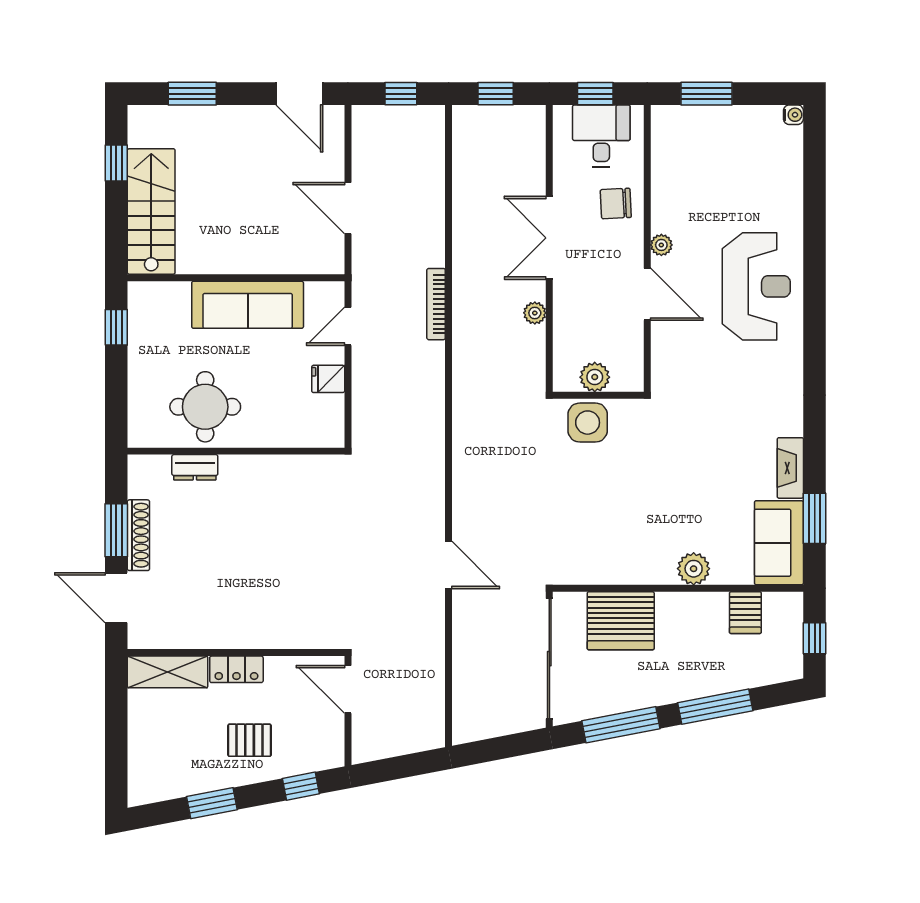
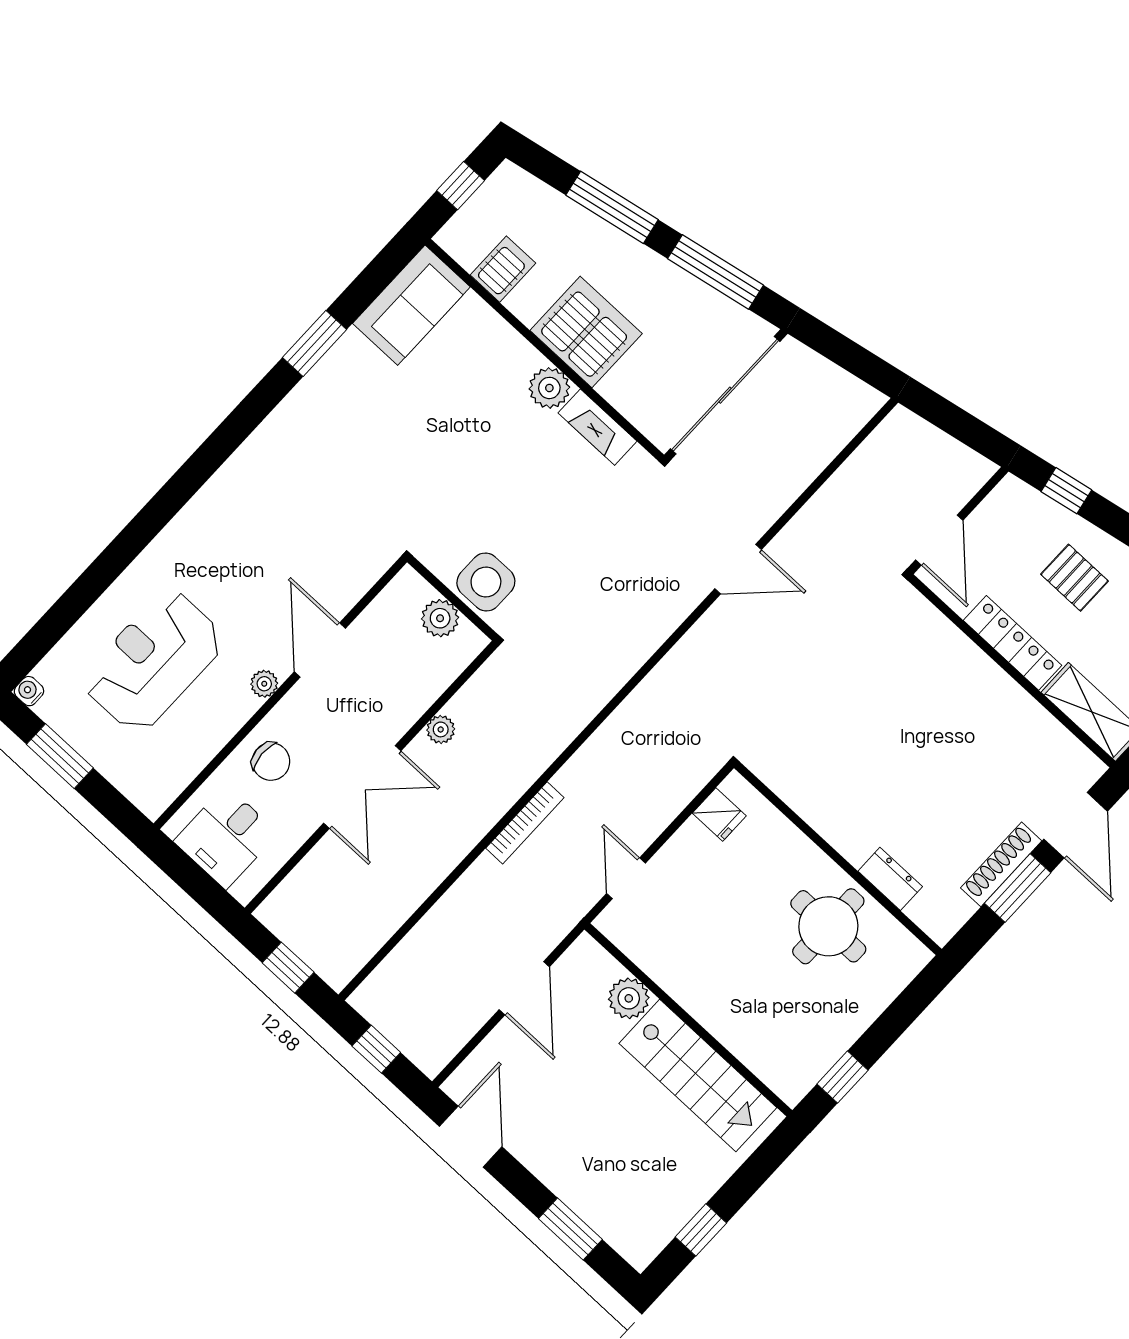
window: (595, 94) -> (195, 882), removed
window: (706, 94) -> (60, 756), moved
stairs: (151, 211) -> (698, 1075), moved, turned -90
plant: (282, 258) -> (629, 998), added
reception desk: (756, 286) -> (153, 661), moved
sofa: (248, 305) -> (701, 985), removed
door: (348, 326) -> (626, 878), swing flipped
fridge: (328, 379) -> (719, 814), moved
fireplace: (790, 468) -> (598, 427), moved, turned 90
window: (815, 518) -> (314, 343), moved
door: (449, 565) -> (738, 569), swing flipped
plant: (694, 569) -> (549, 388), moved
server rack: (621, 621) -> (586, 332), moved
locker: (236, 669) -> (1013, 643), width x1.53

